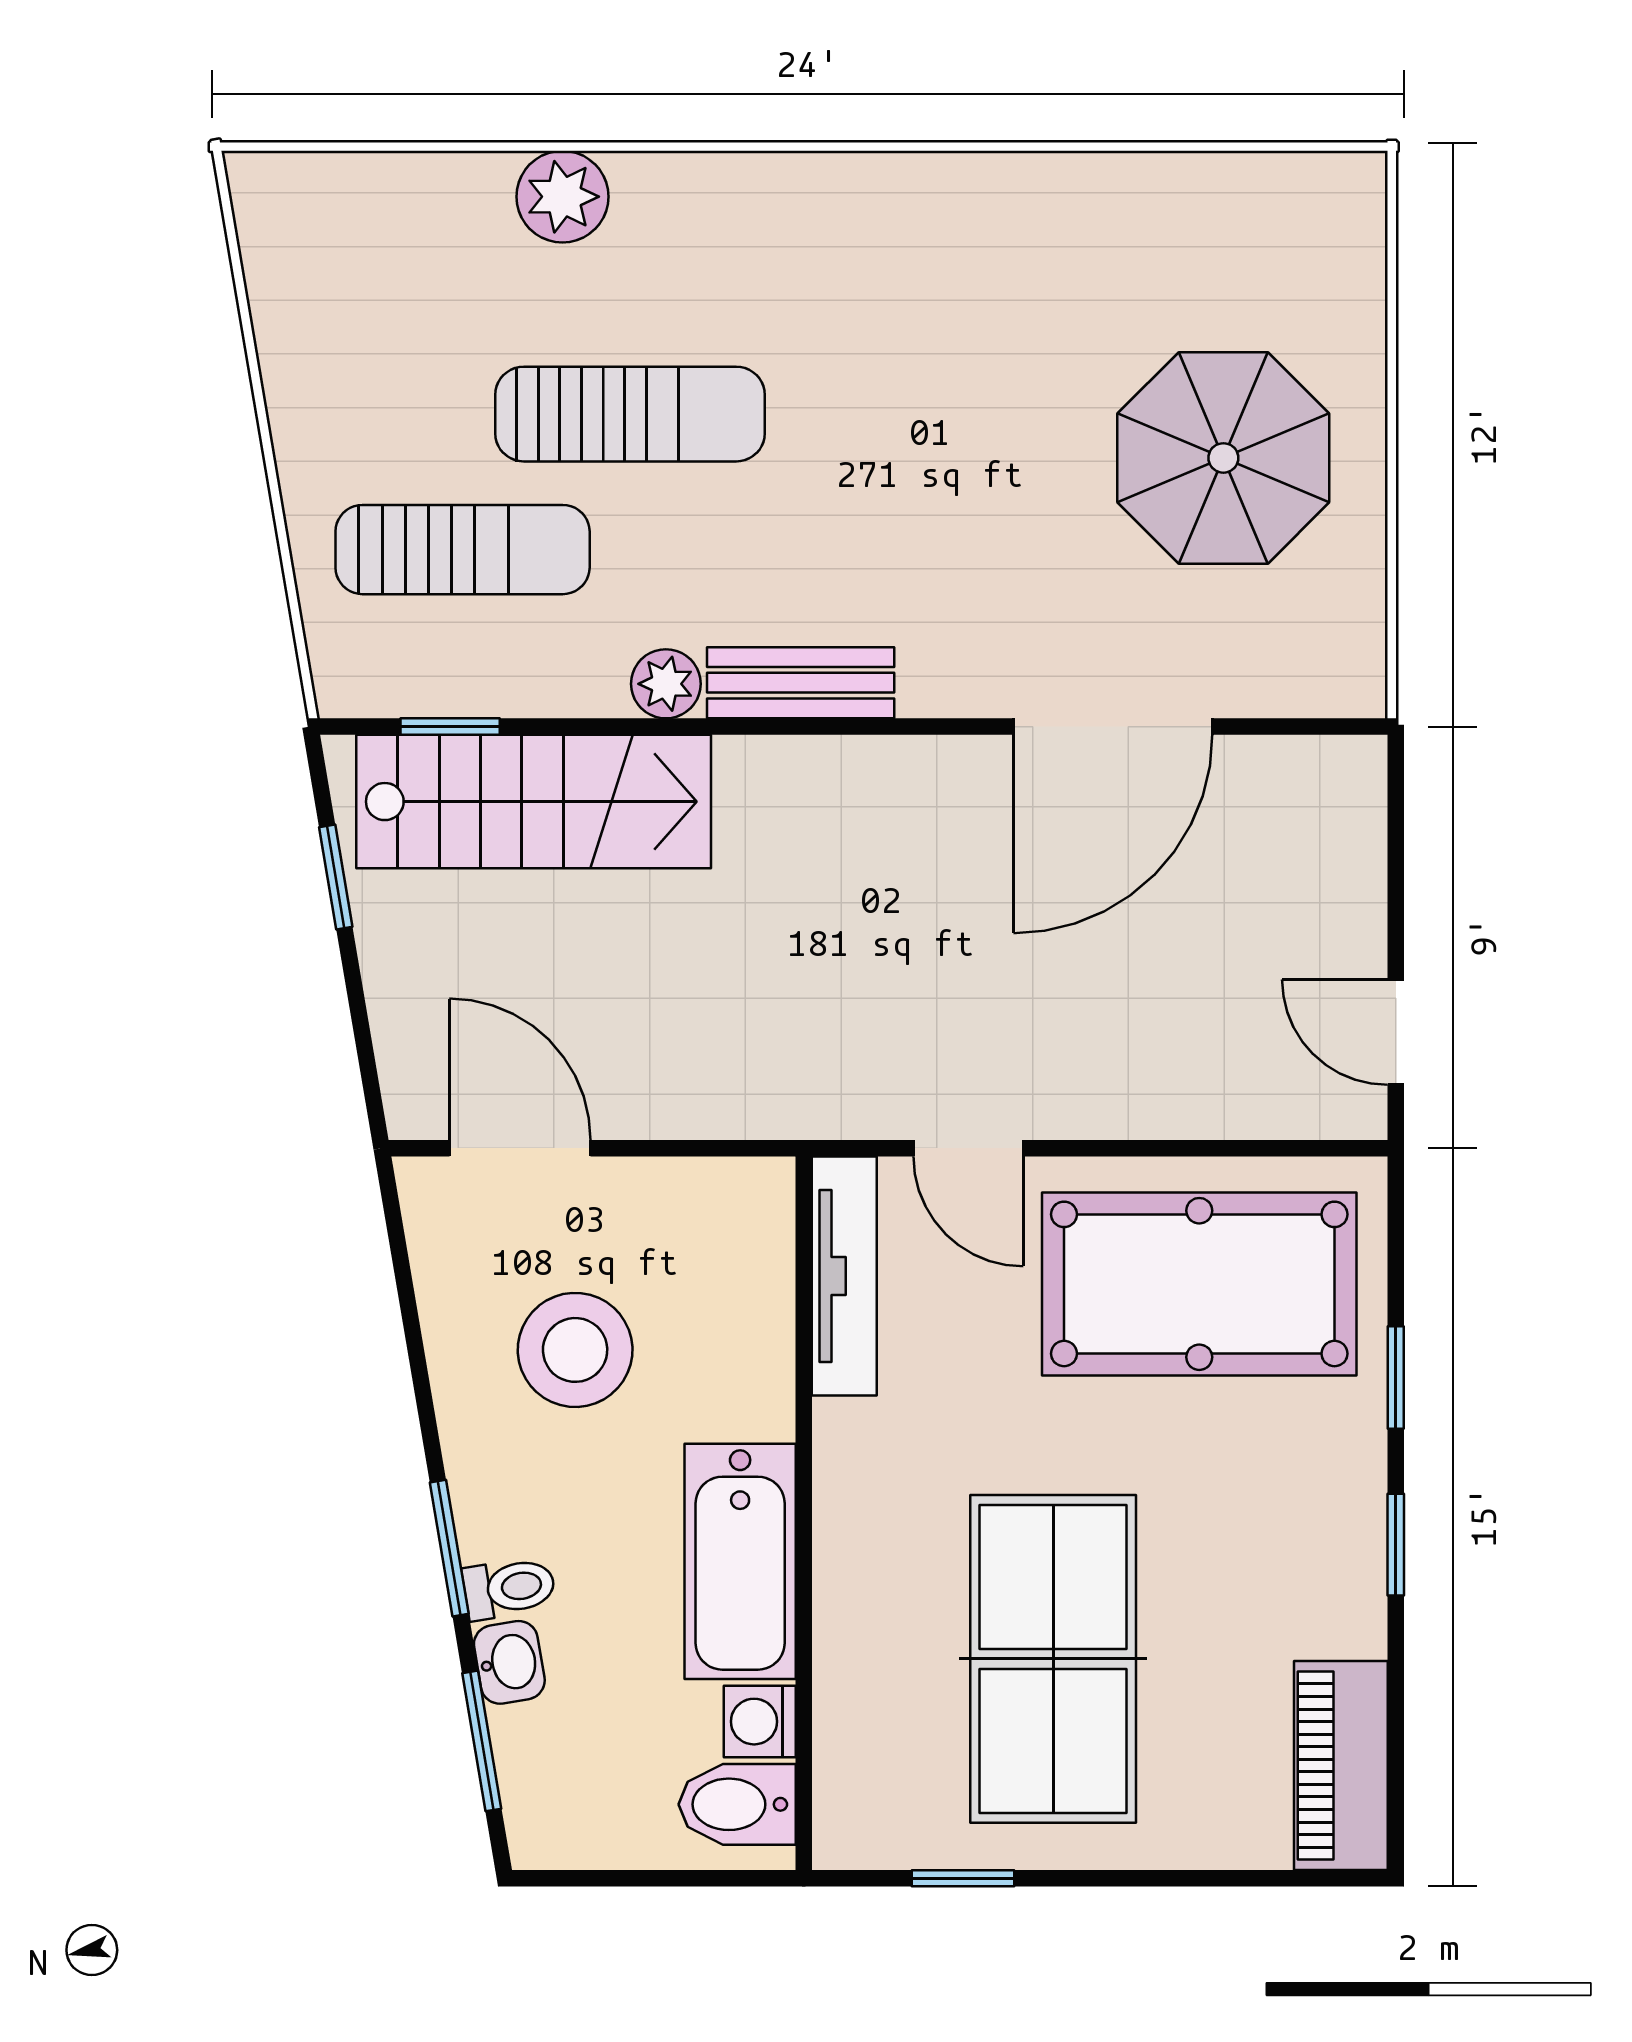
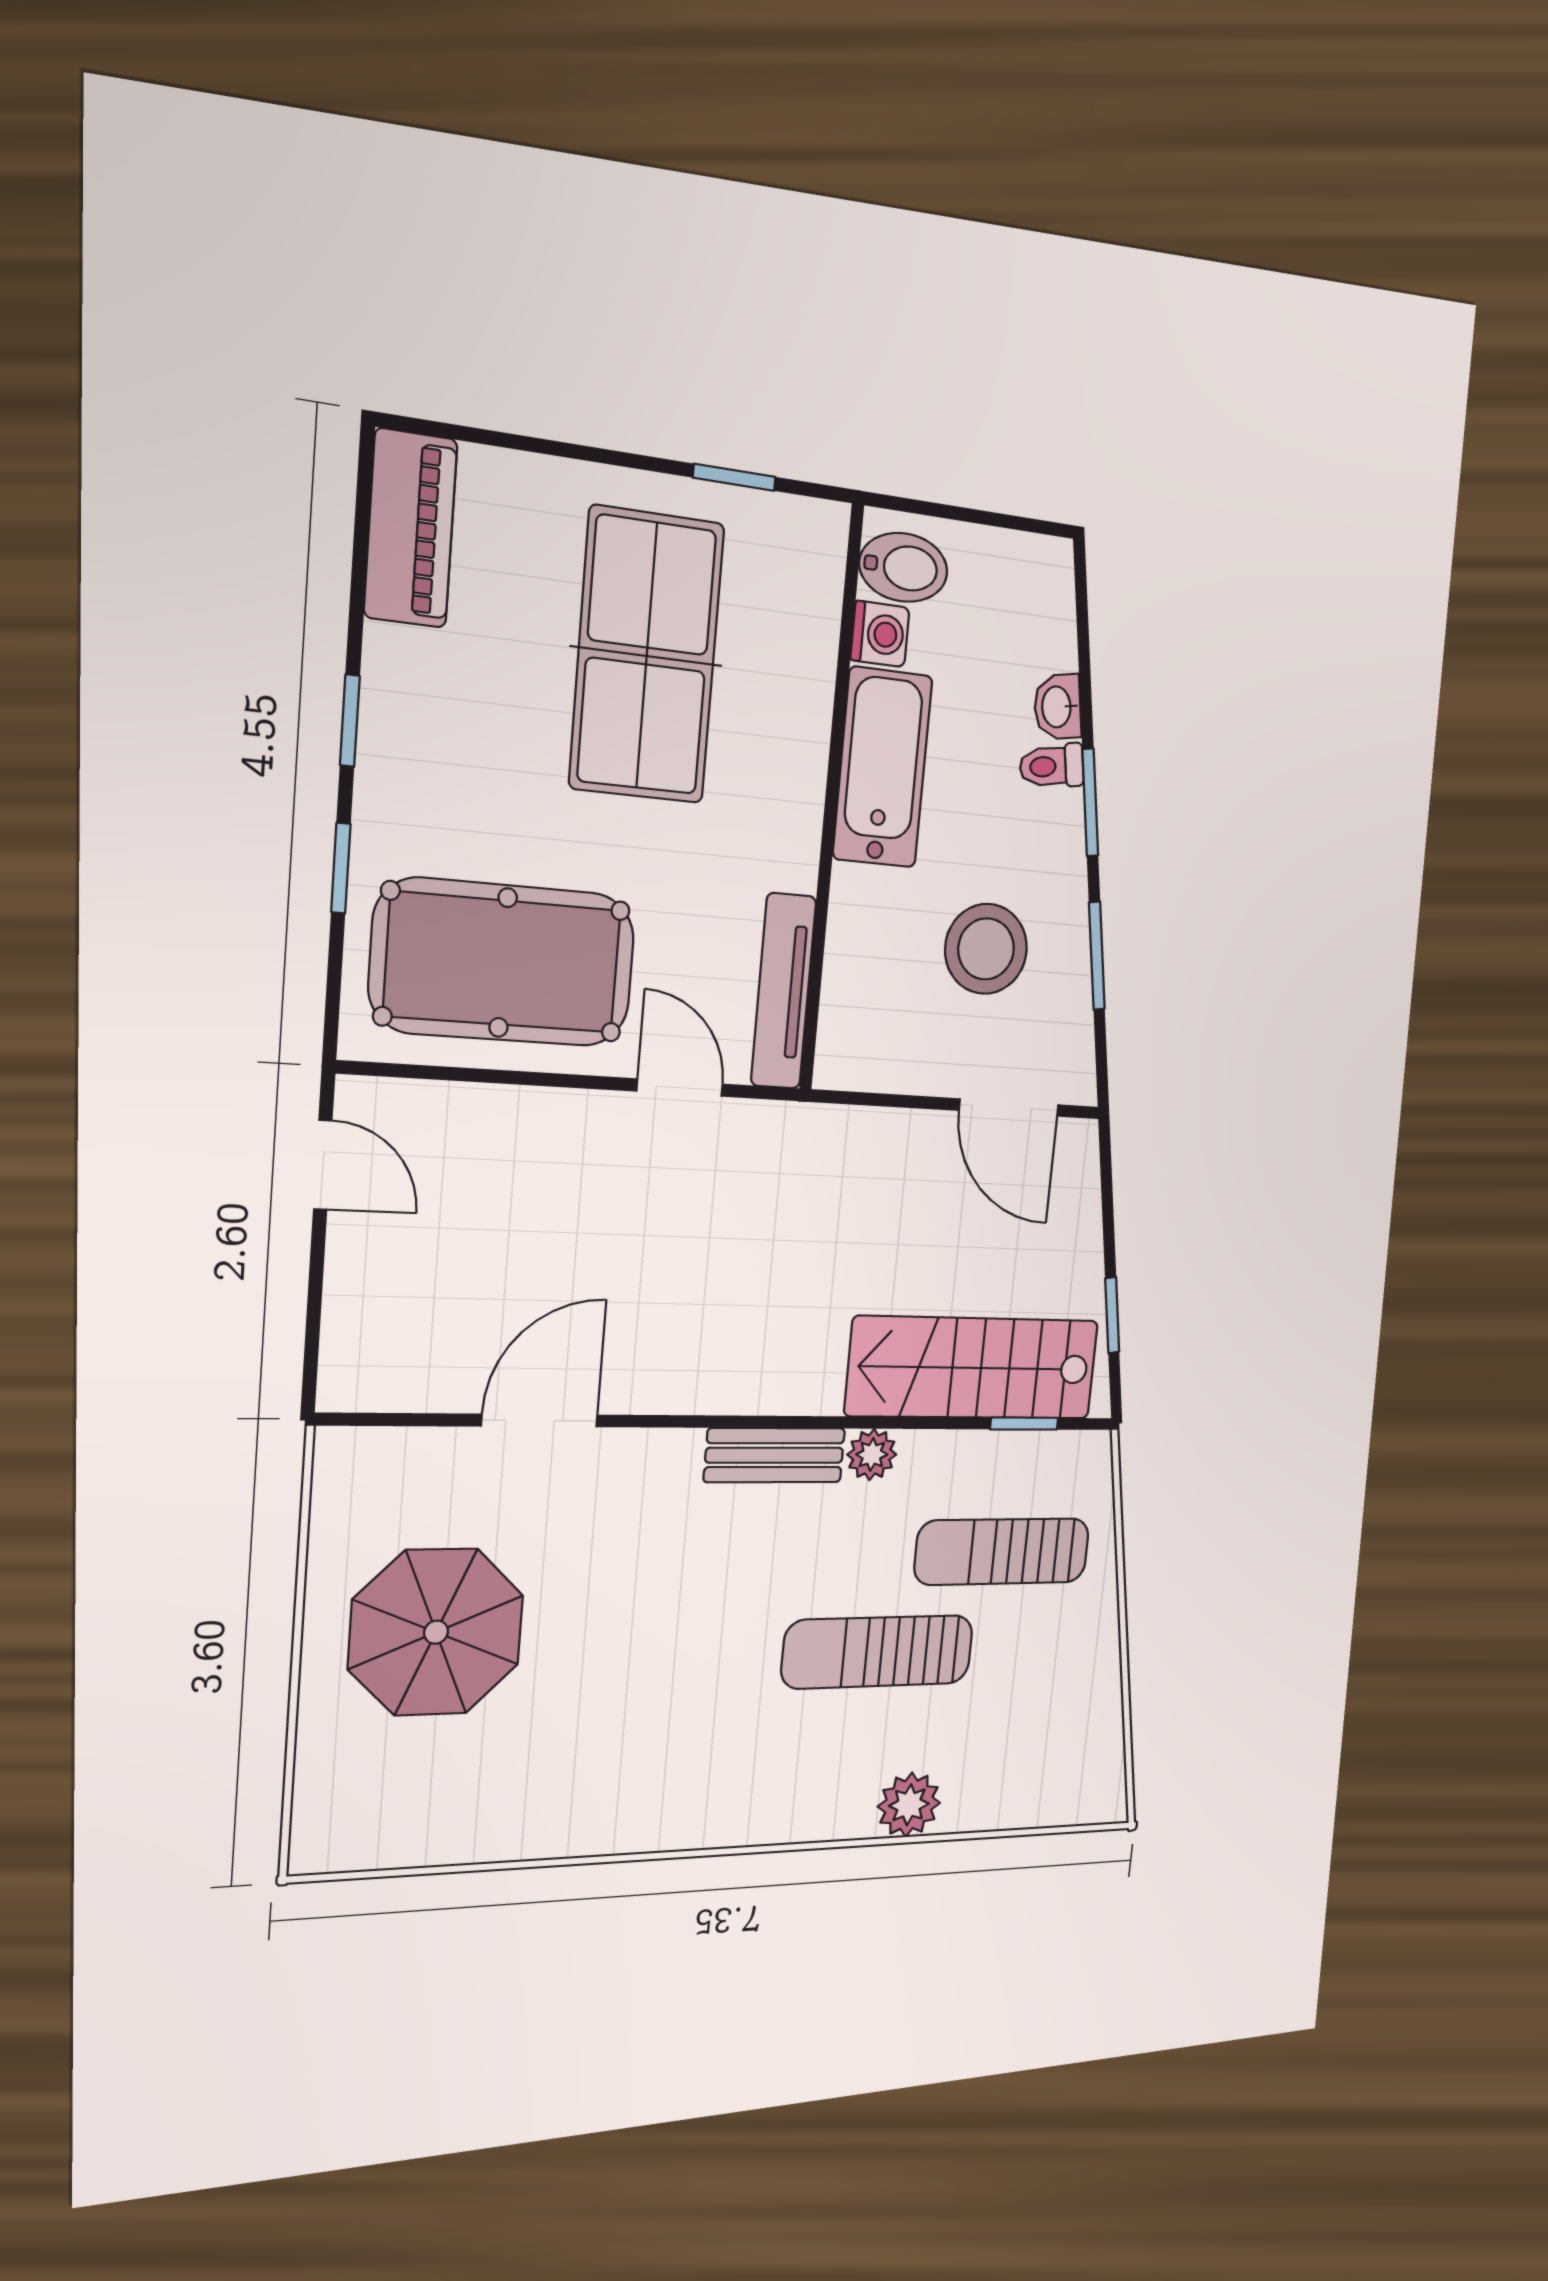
door: (1113, 727) -> (540, 1421), width x0.73
window: (482, 1741) -> (1097, 956), moved

